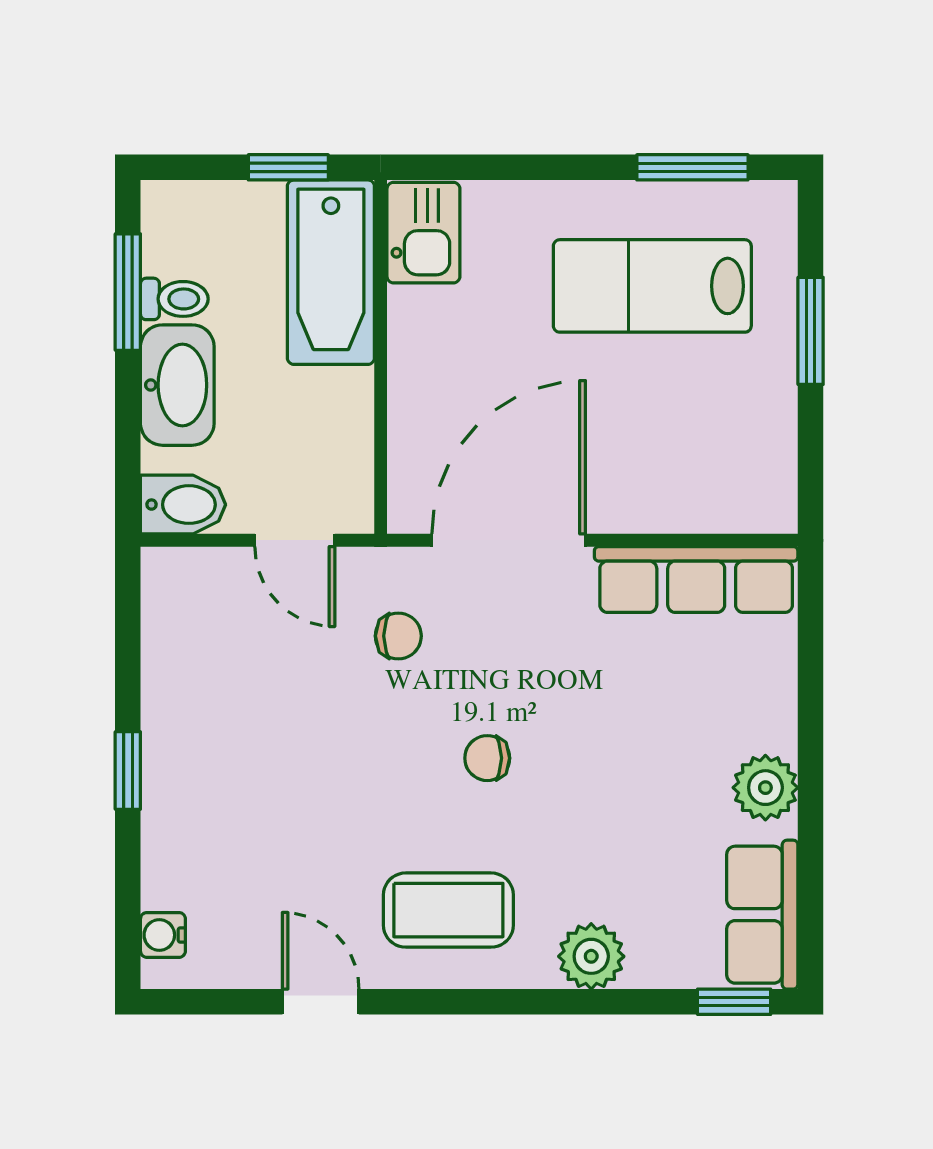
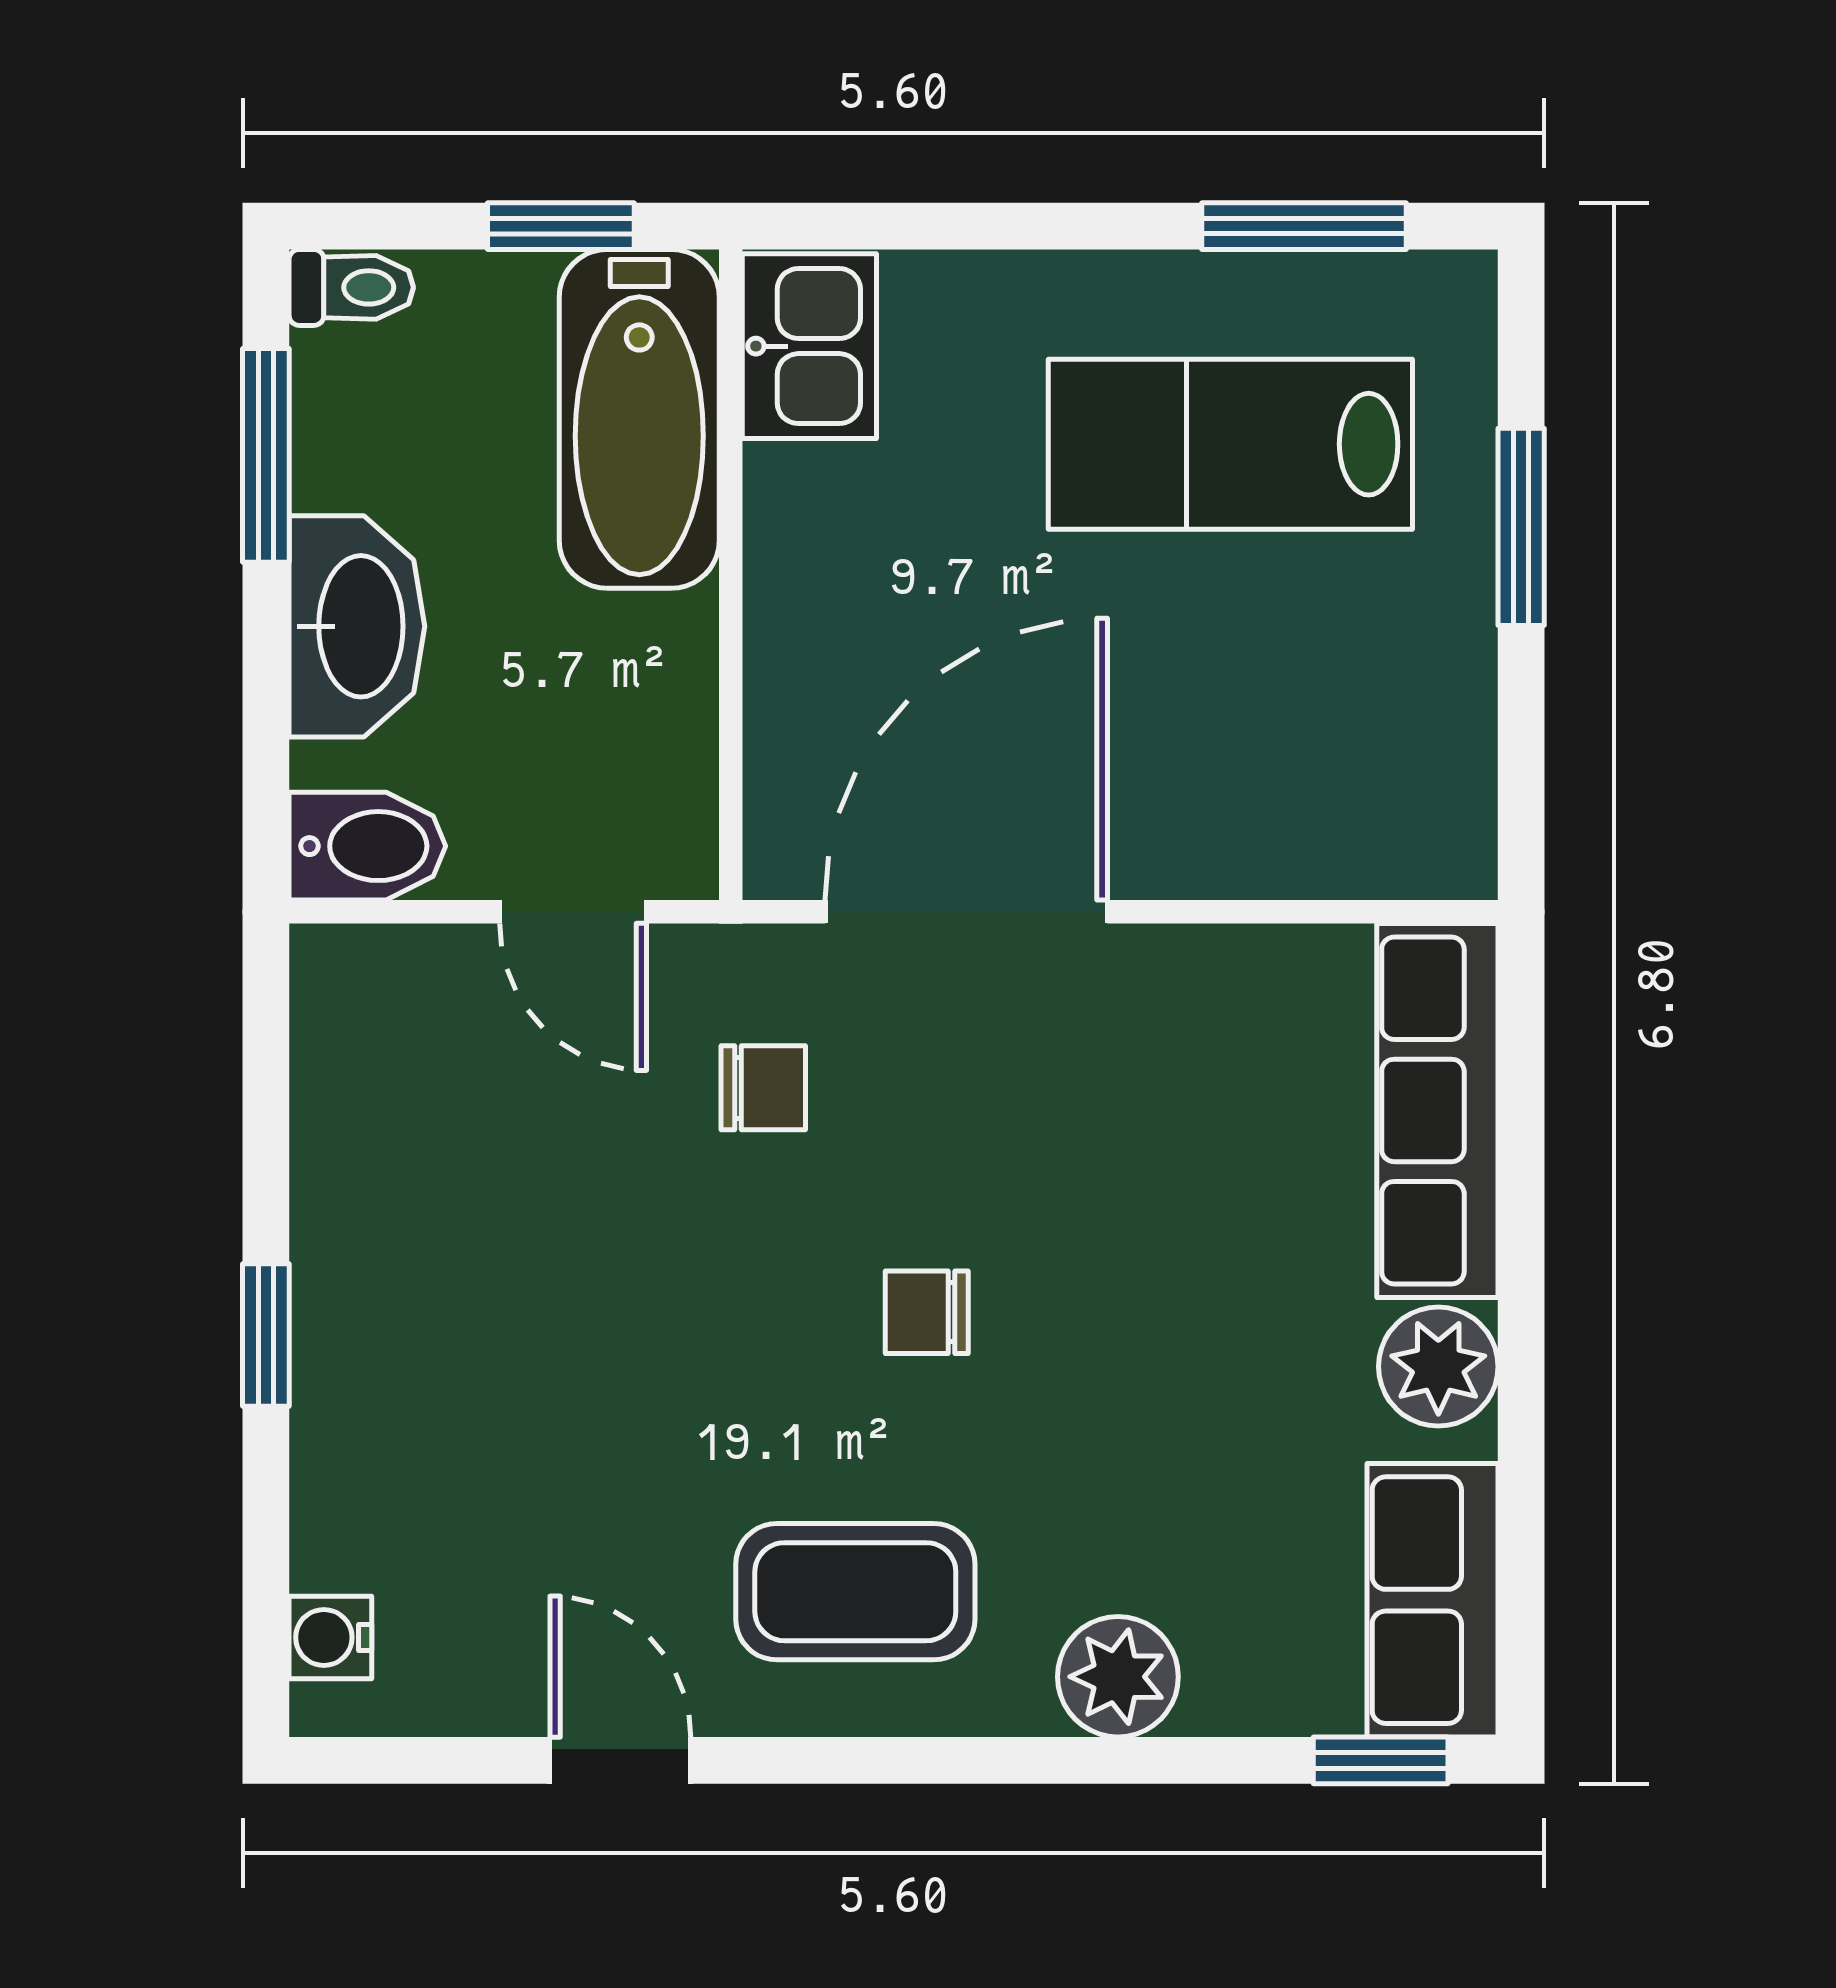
toilet: (174, 299) -> (351, 287), moved
row of seats: (696, 580) -> (1437, 1110), moved, turned 90

